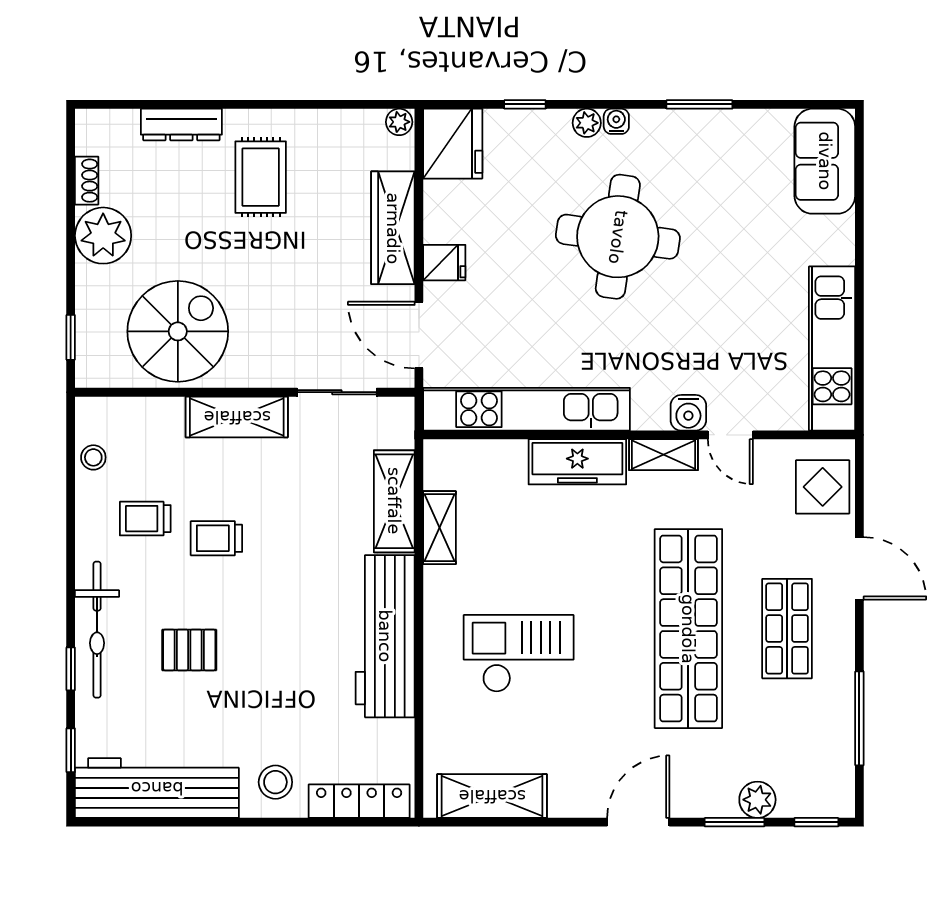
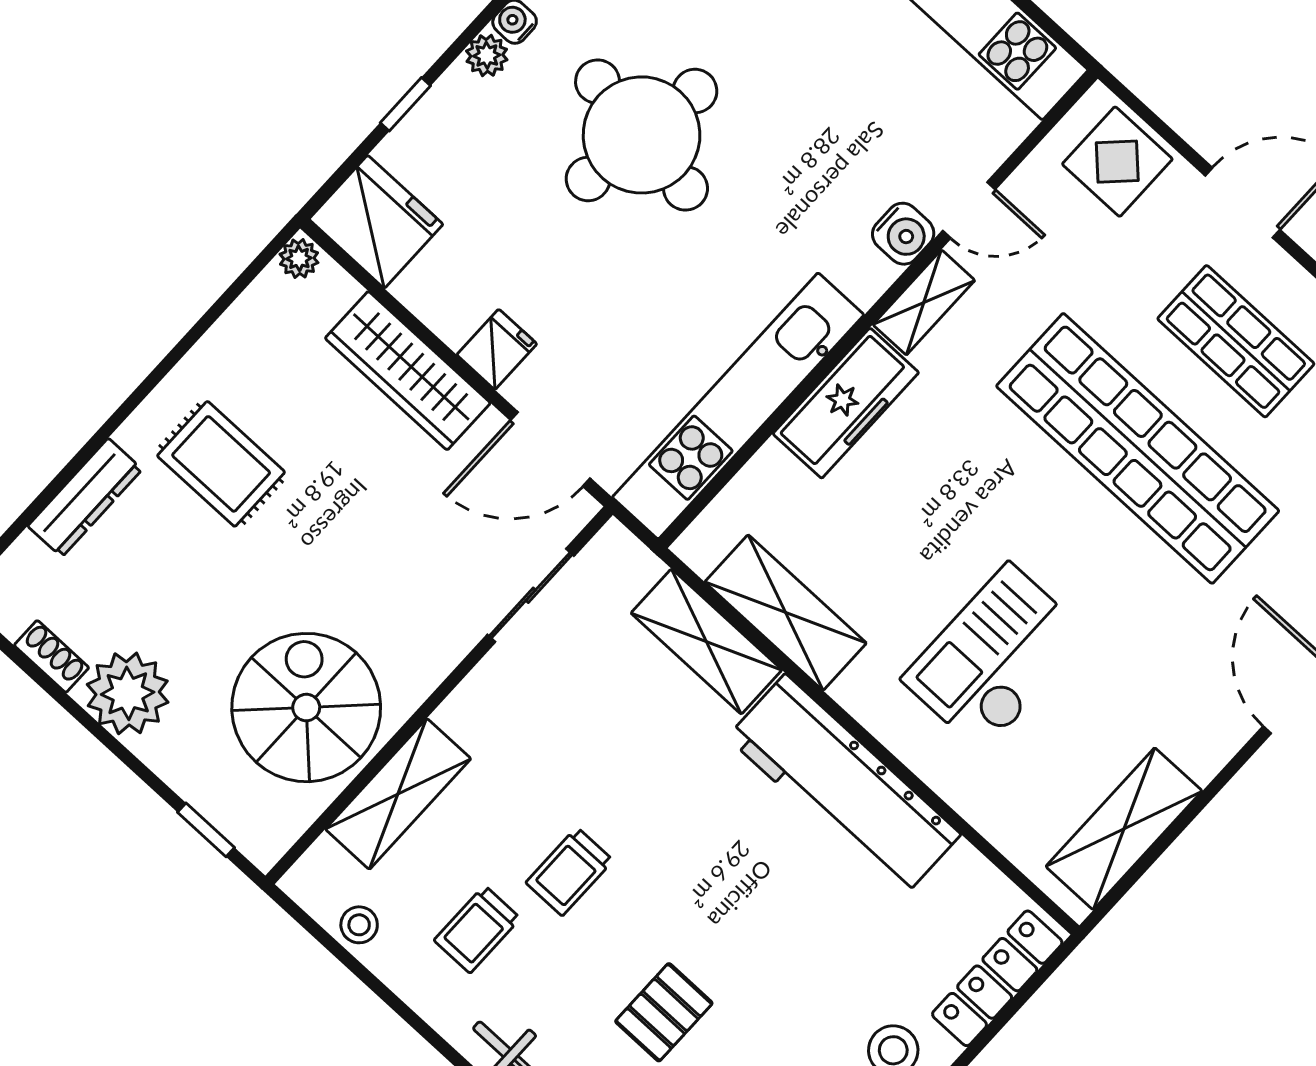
shelving: (237, 417) -> (398, 794), moved
shelving: (440, 528) -> (786, 613), width x1.50, depth x1.33

